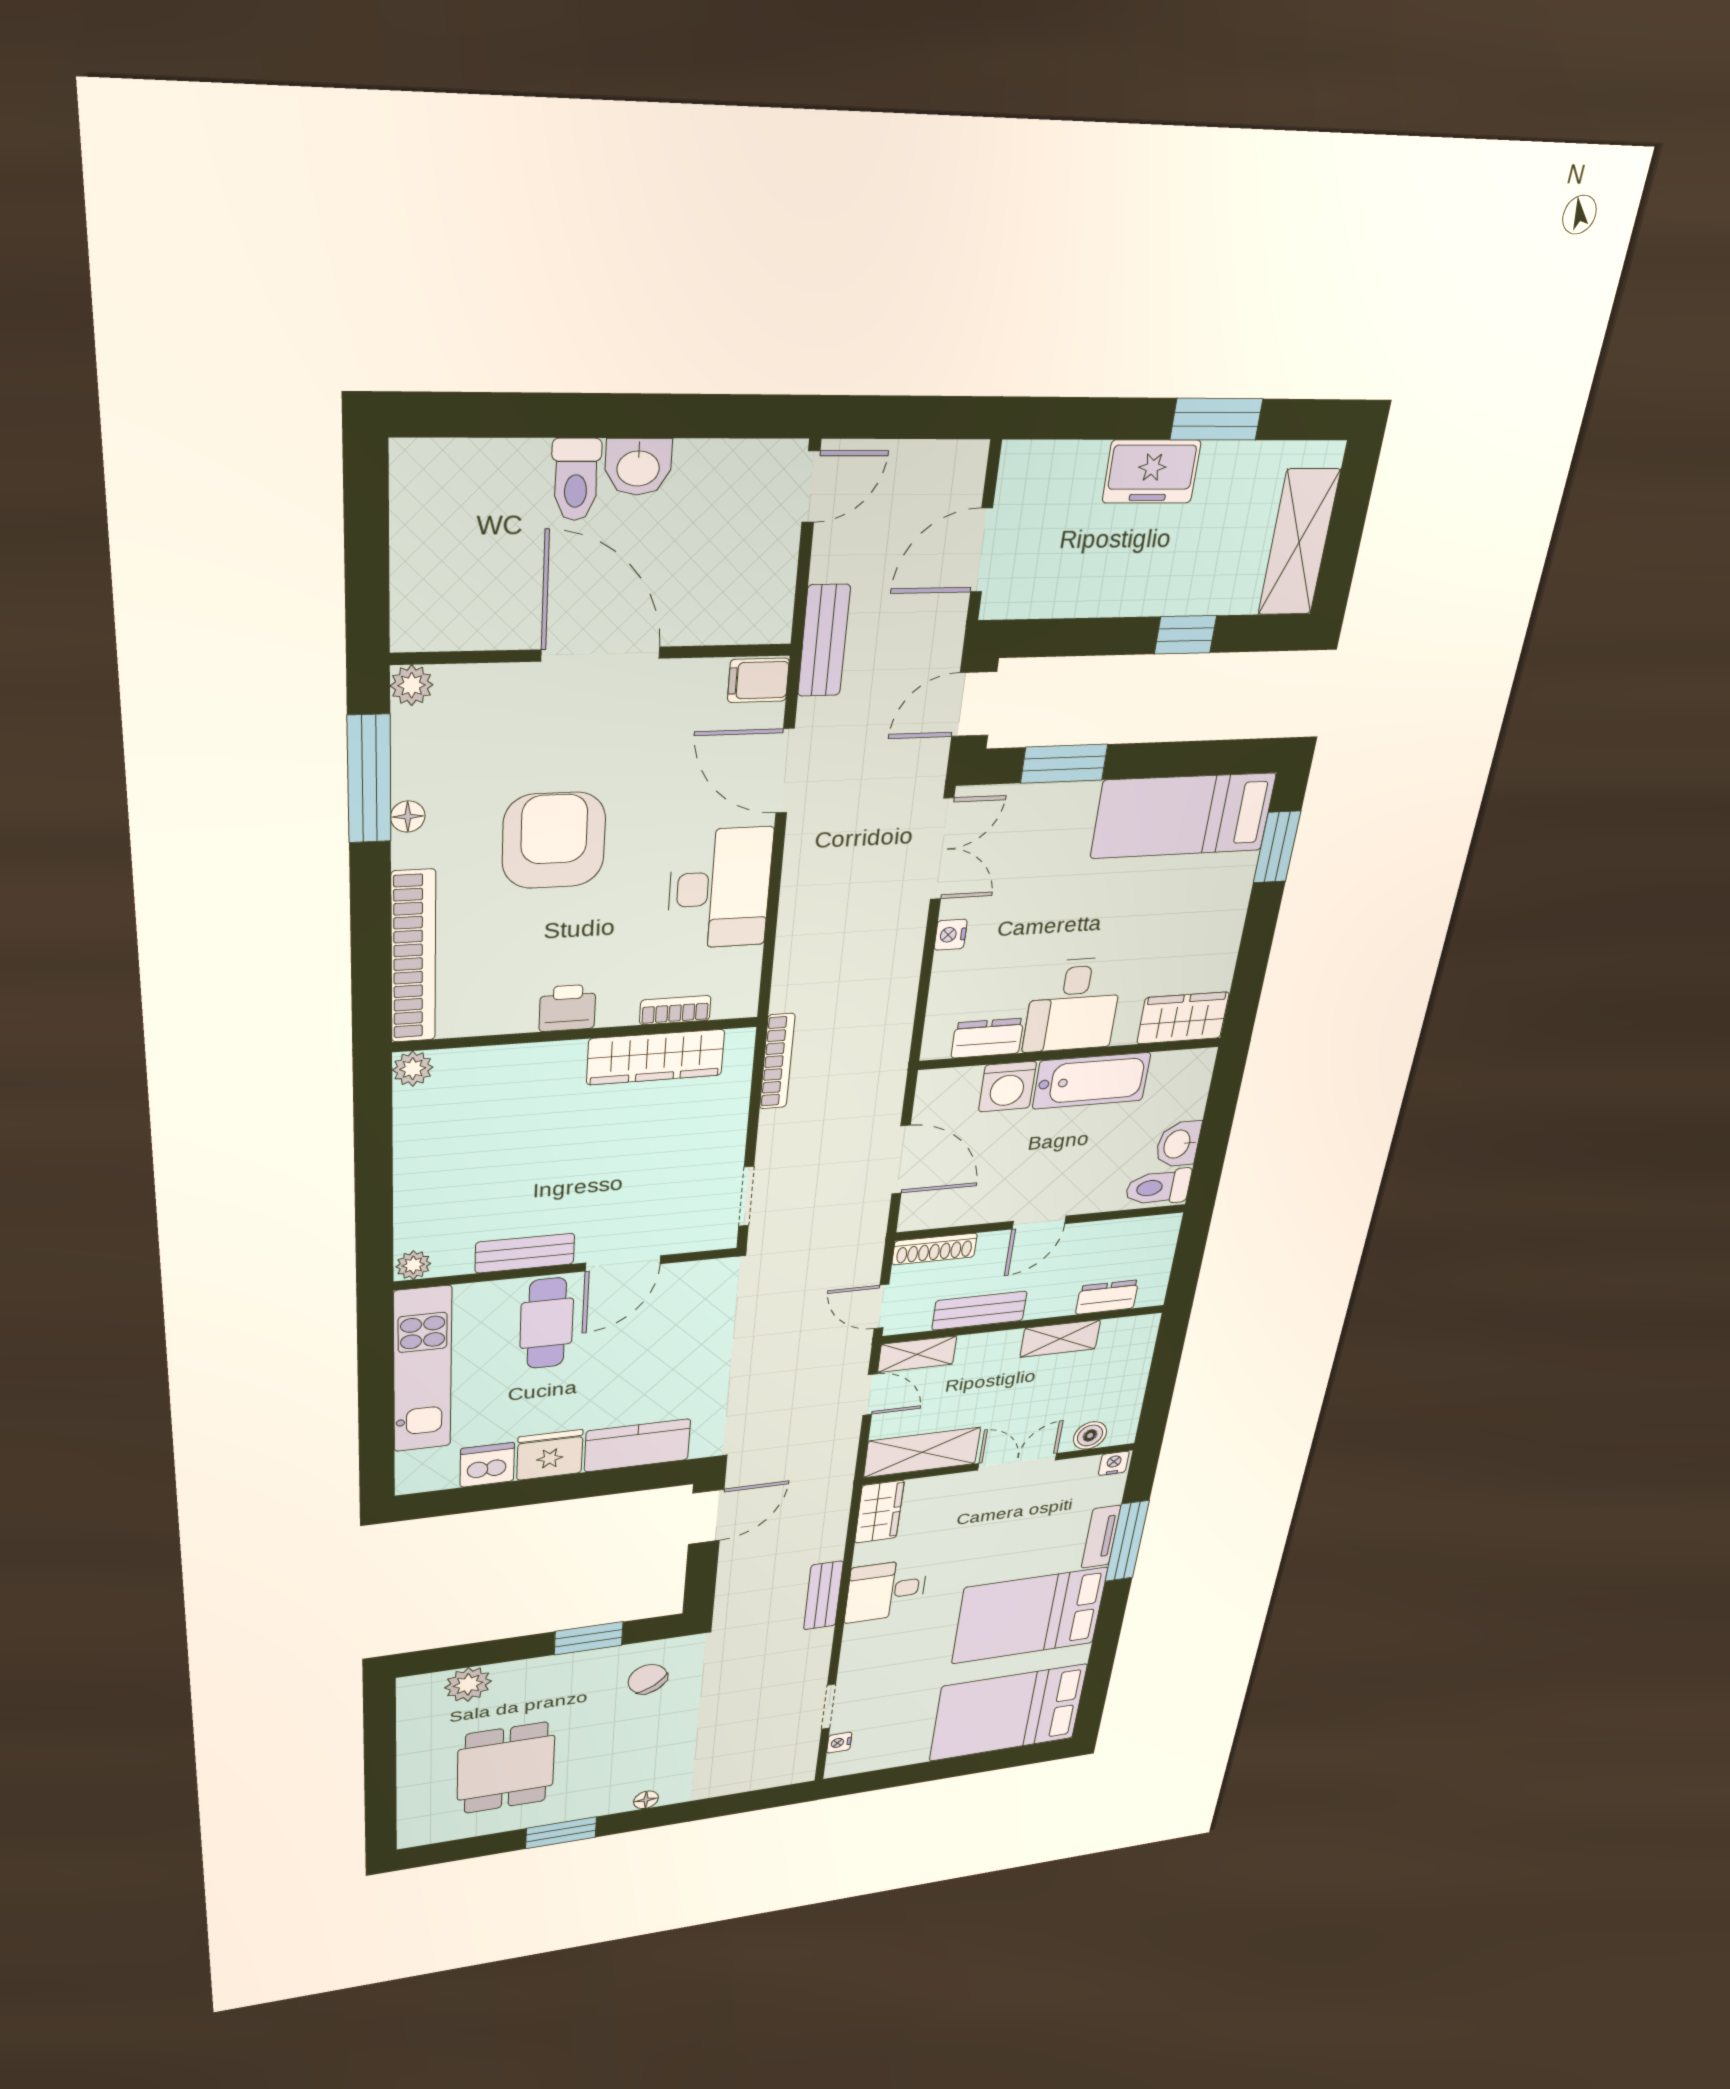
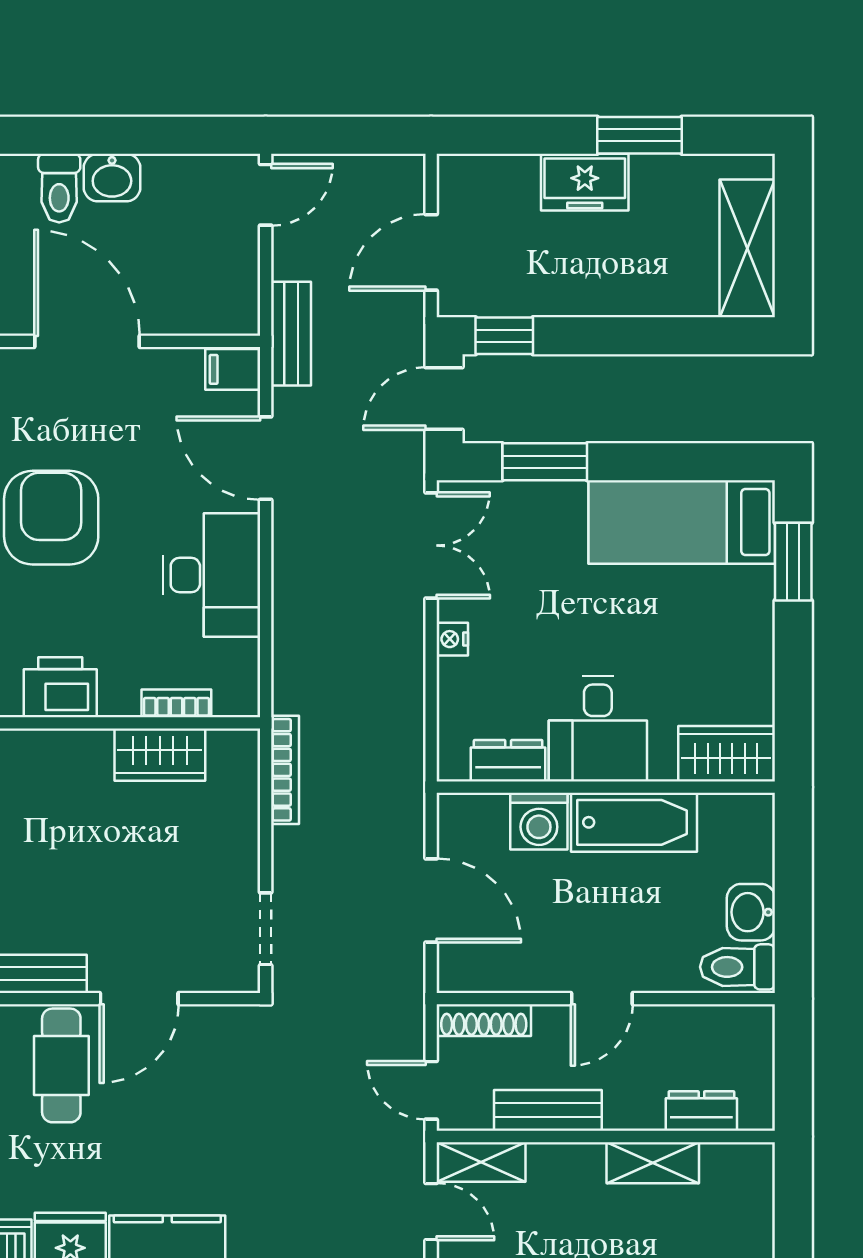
window: (1185, 635) -> (504, 336), moved
printer: (567, 1008) -> (60, 687), width x1.36, depth x1.24
wardrobe: (656, 1057) -> (160, 755), width x0.67

